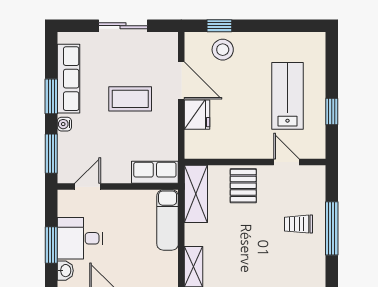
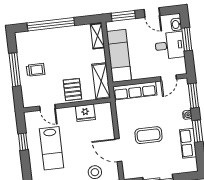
row of seats: (68, 79) -> (188, 143), width x0.68
fridge: (197, 115) -> (85, 113), moved, turned -90
row of seats: (155, 172) -> (135, 91), width x1.48
exam couch: (168, 220) -> (119, 56), width x1.36, depth x1.45

